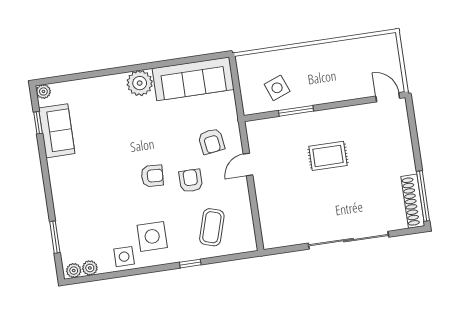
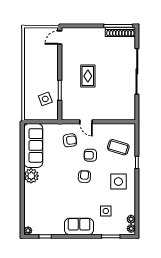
sofa: (57, 131) -> (79, 226), moved
side table: (124, 257) -> (106, 211), moved

